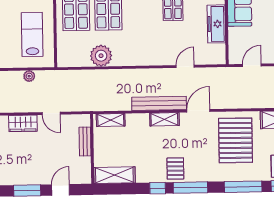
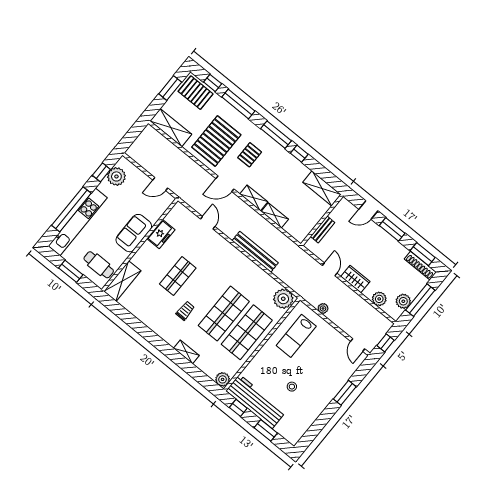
freezer: (216, 24) -> (161, 234), width x0.71
plant: (101, 56) -> (283, 299), moved
door: (185, 66) -> (208, 223), swing flipped
bench: (159, 103) -> (255, 252), moved
shelving: (111, 120) -> (275, 215), moved
pallet: (175, 168) -> (250, 155), moved

